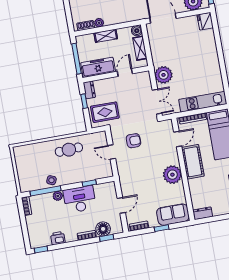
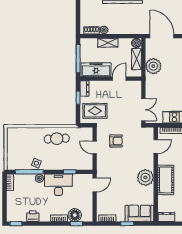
plant: (163, 75) -> (153, 66), moved
cot: (193, 162) -> (166, 180), moved
door: (121, 205) -> (95, 185), moved

